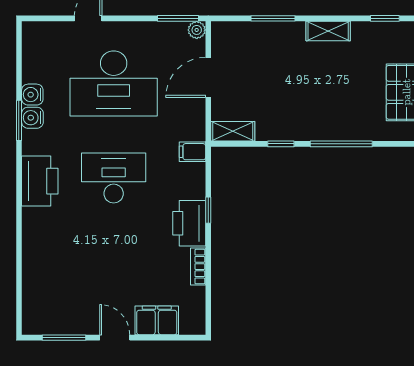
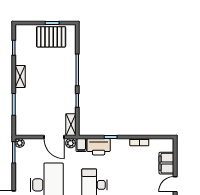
door: (208, 77) -> (54, 137), moved
plant: (196, 131) -> (71, 143), added
printer: (189, 223) -> (99, 147), moved

